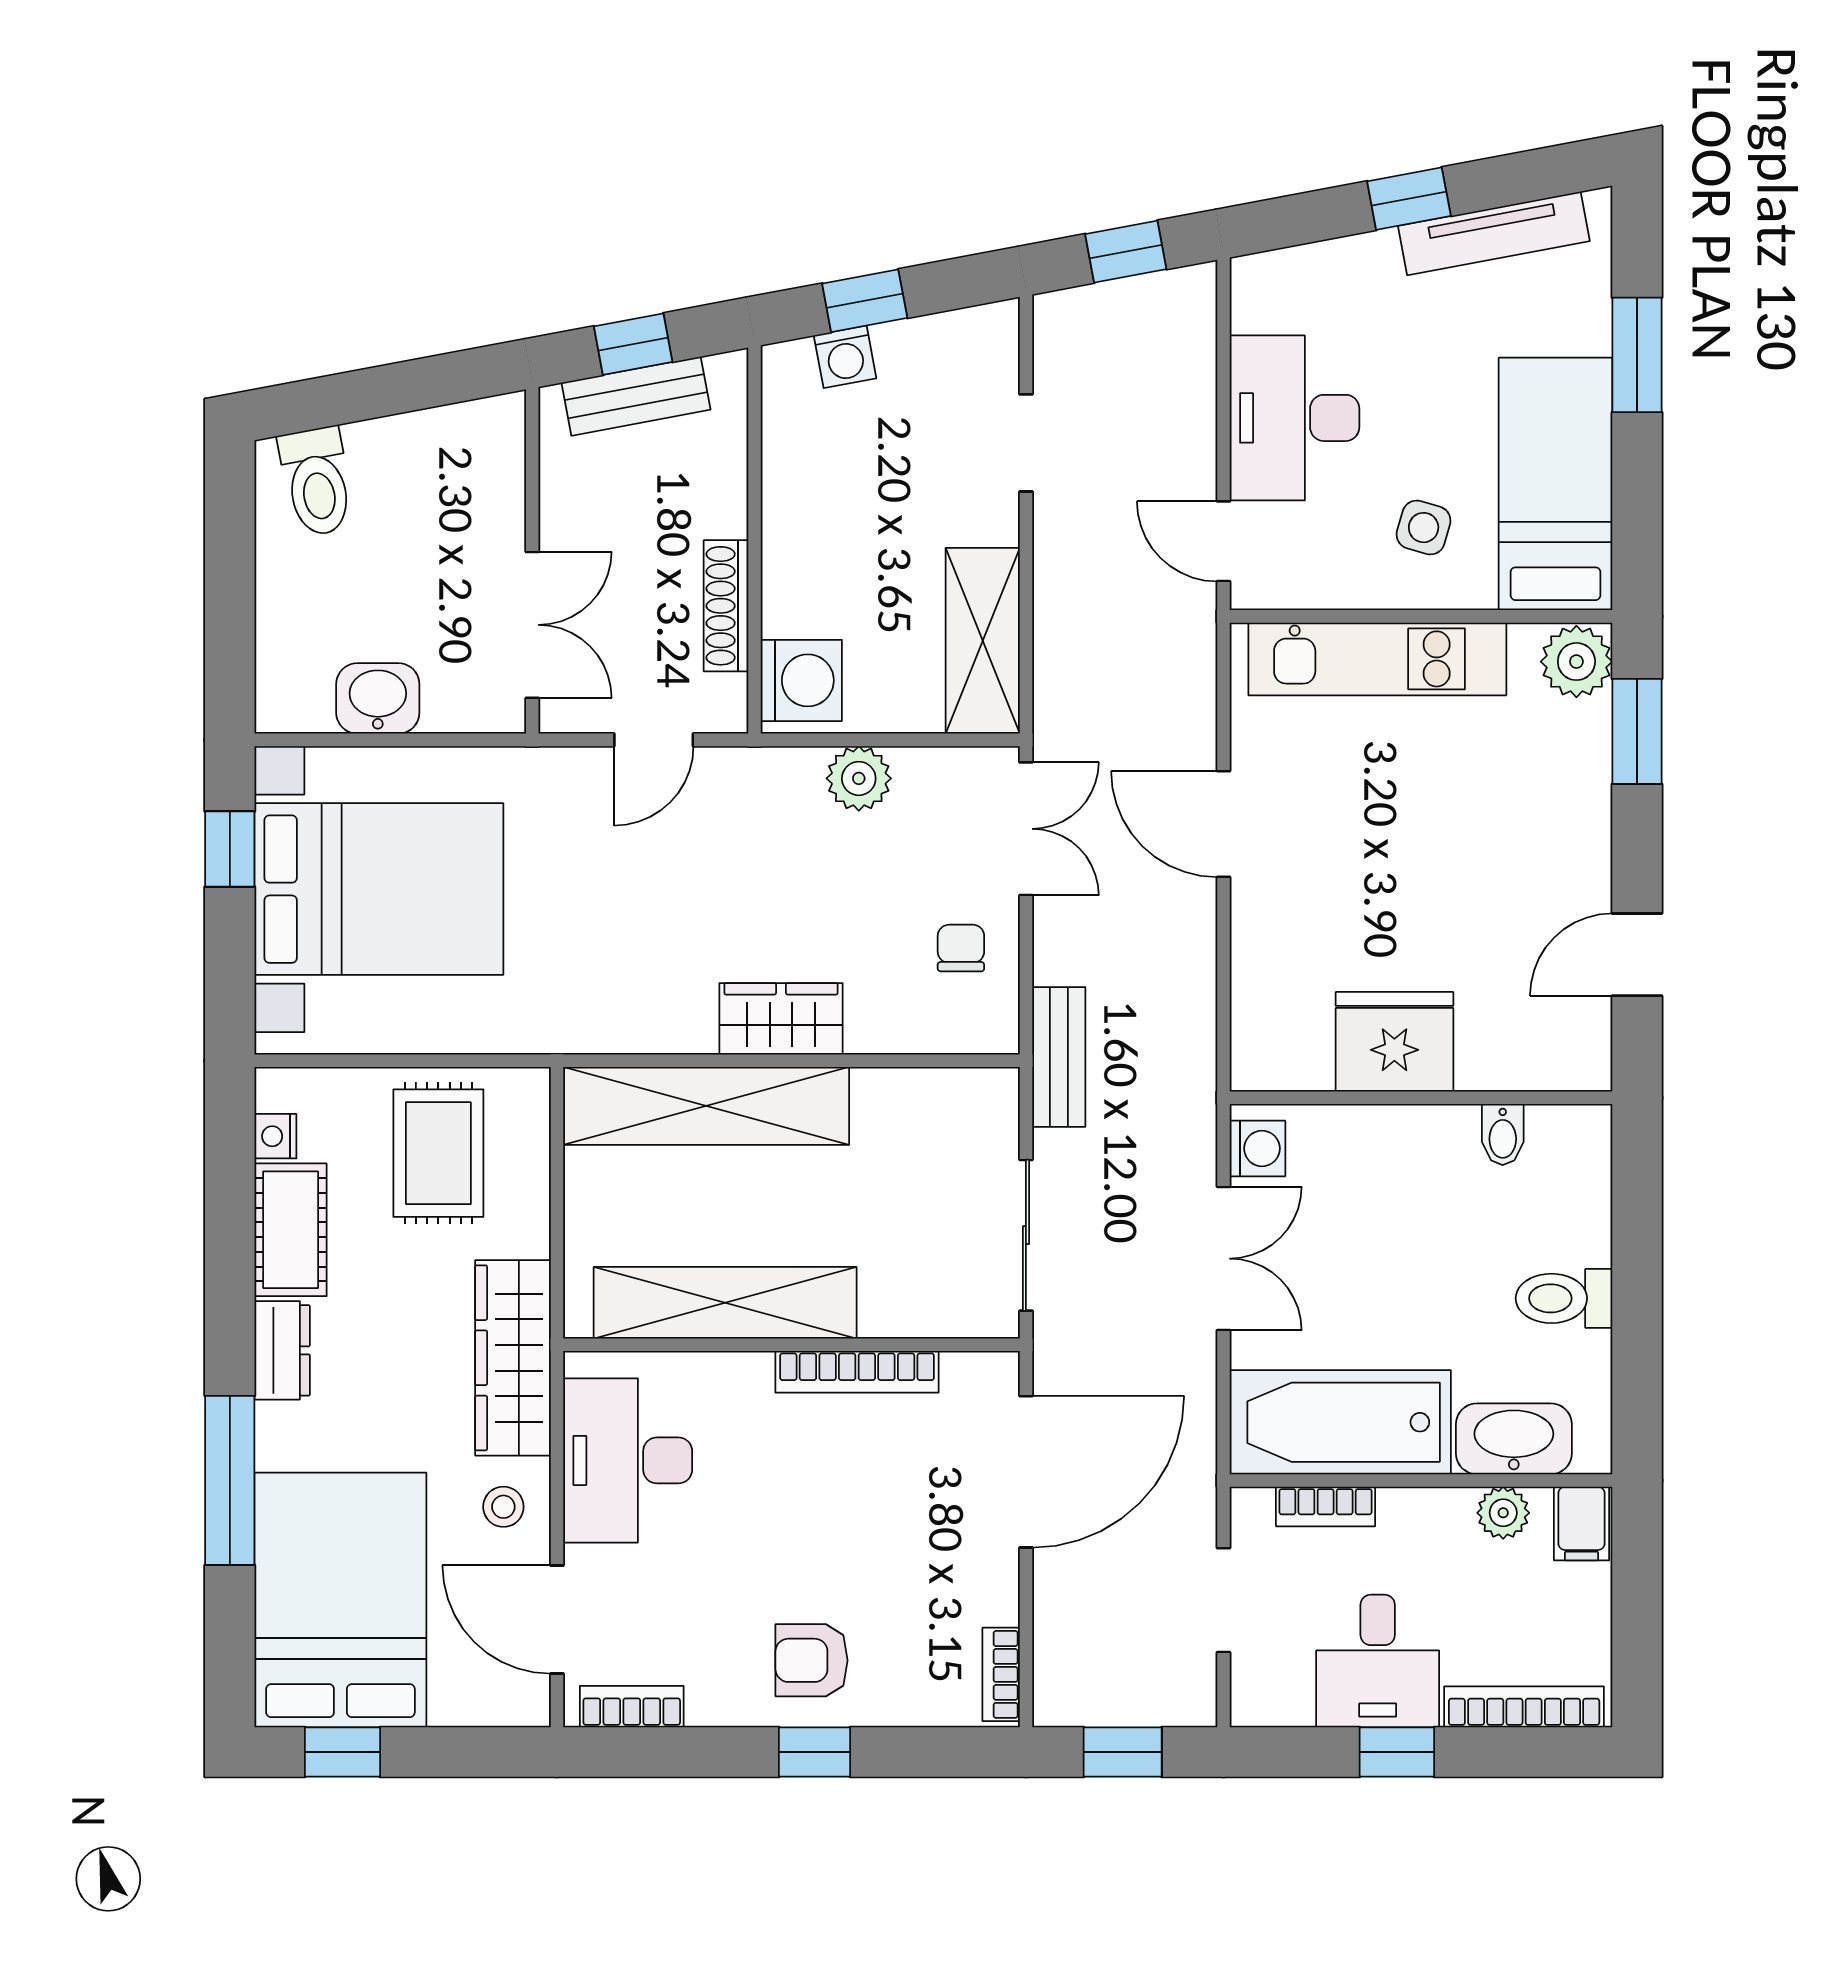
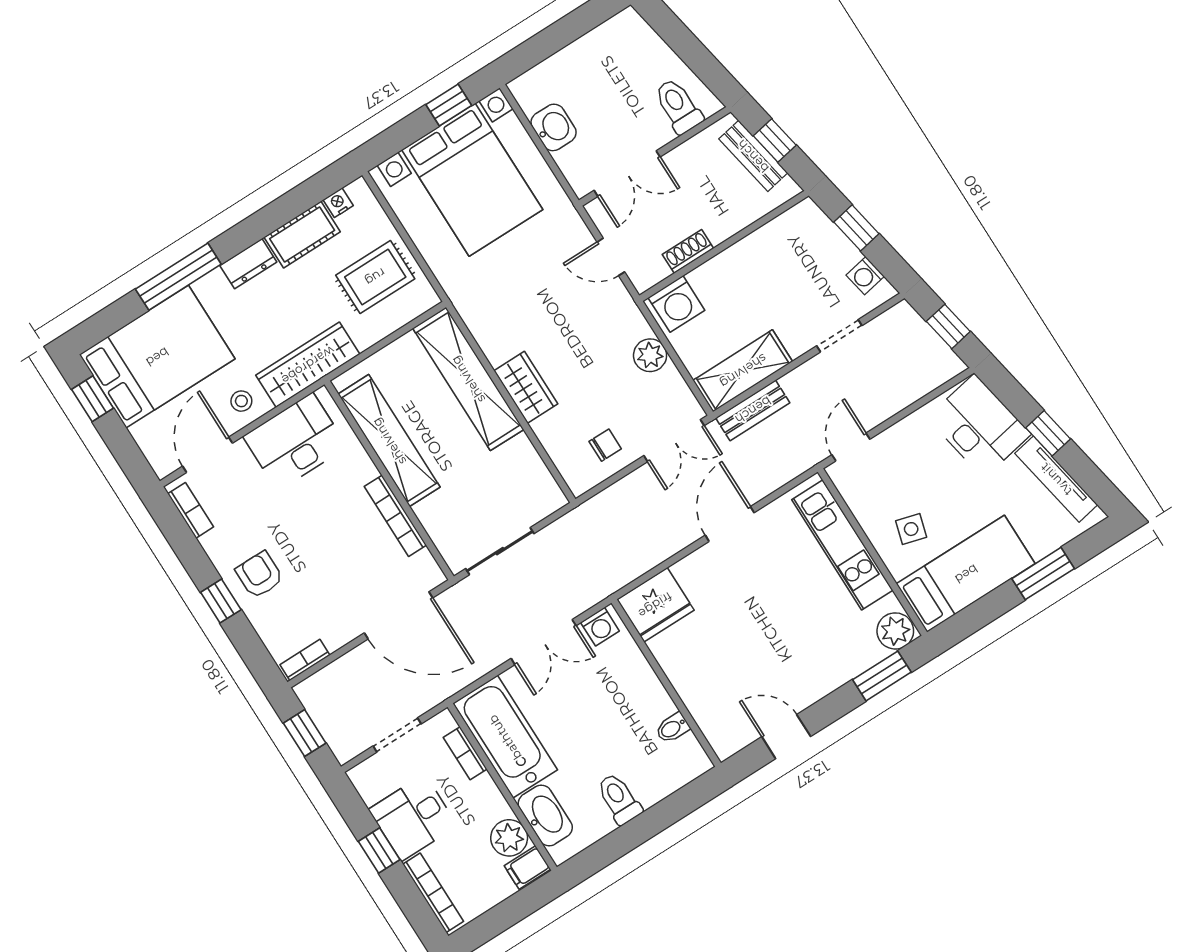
washing machine: (845, 357) -> (865, 276), moved
desk: (1295, 418) -> (979, 426), moved, turned 79
toilet: (317, 482) -> (678, 106), moved, turned 101
shoe rack: (726, 606) -> (688, 251), width x0.70
fridge: (1394, 1042) -> (655, 605), moved, turned 90
bench: (1059, 1057) -> (753, 410), moved
plant: (1503, 1513) -> (509, 838), width x1.38, depth x1.38

